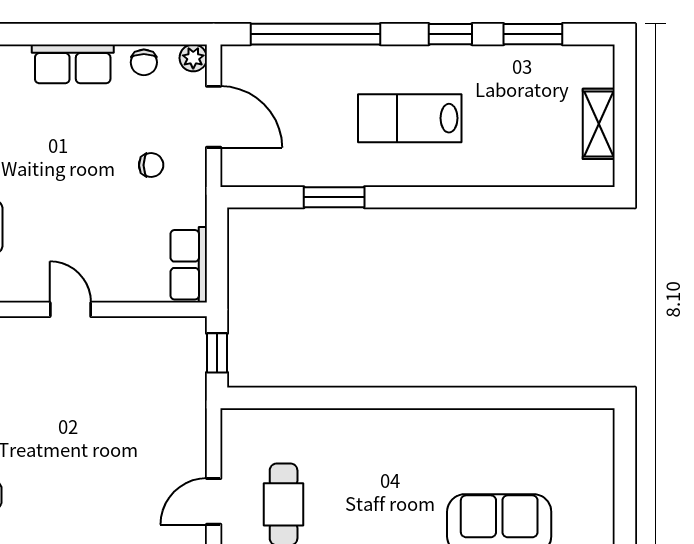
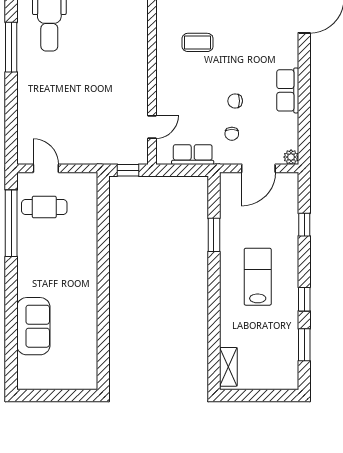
window: (315, 34) -> (304, 225), width x0.32
chair: (144, 62) -> (235, 101), moved
shelving: (599, 124) -> (228, 367), moved, turned 90
row of seats: (189, 265) -> (193, 155), moved
door: (70, 309) -> (152, 127), moved

